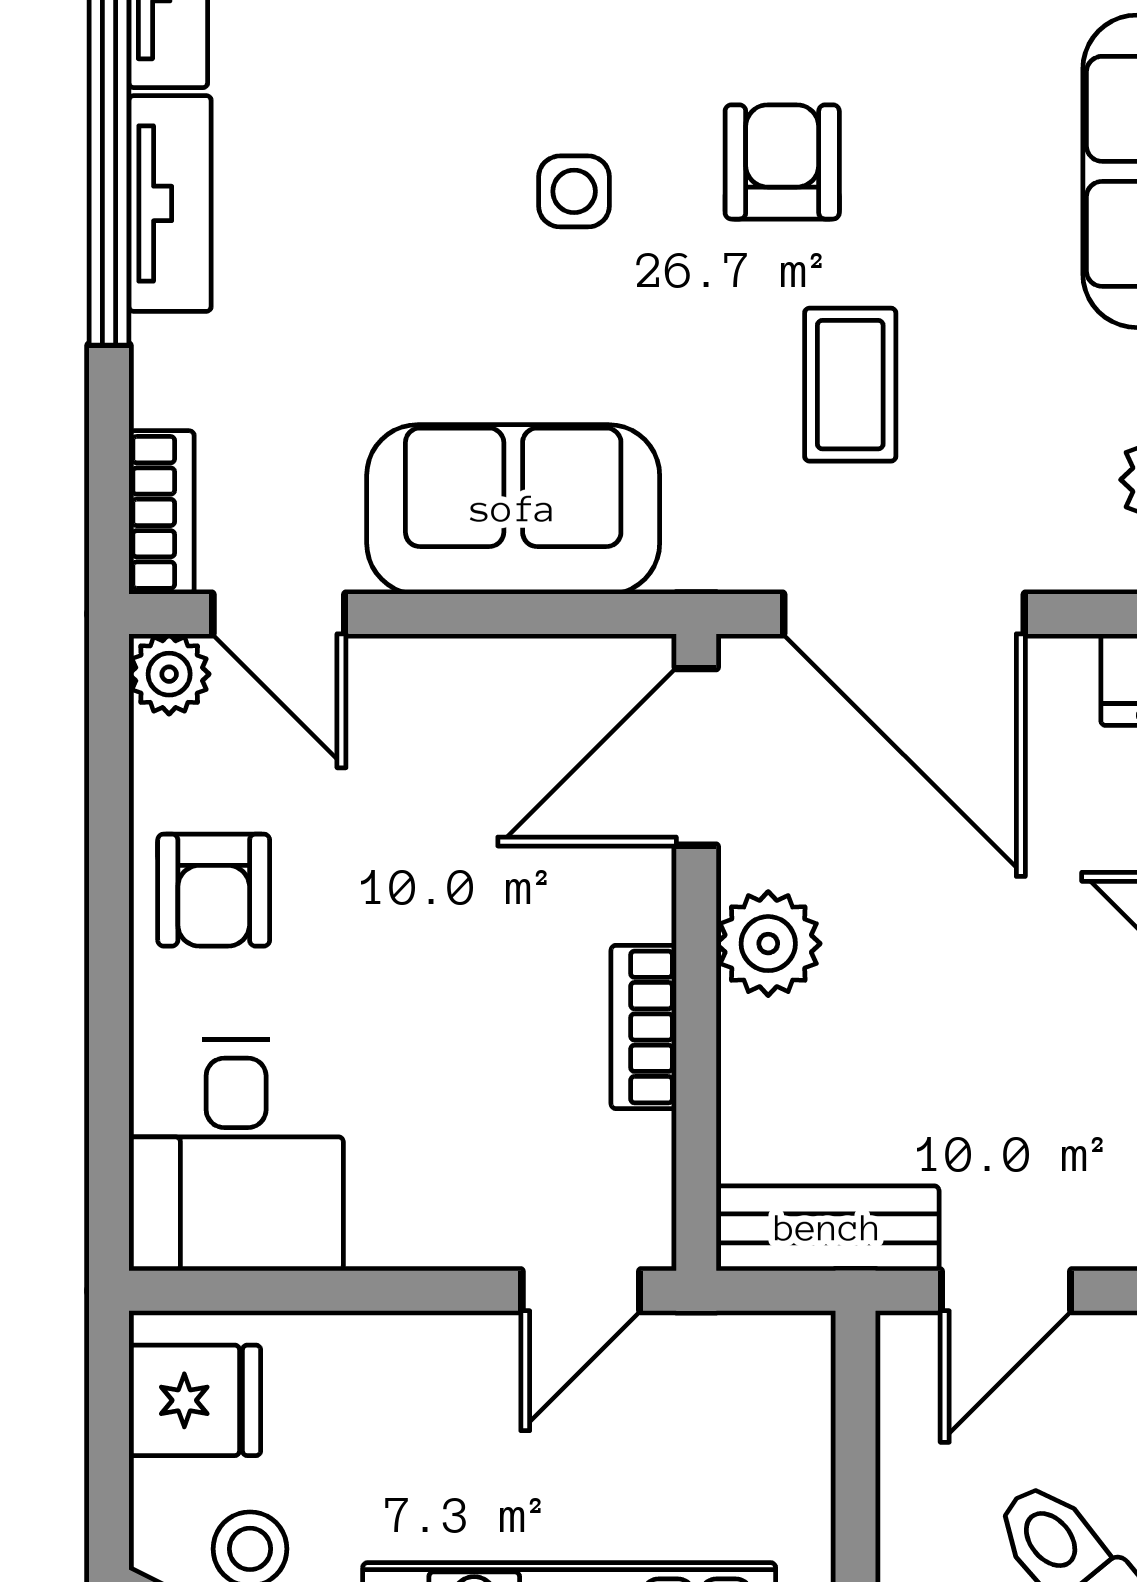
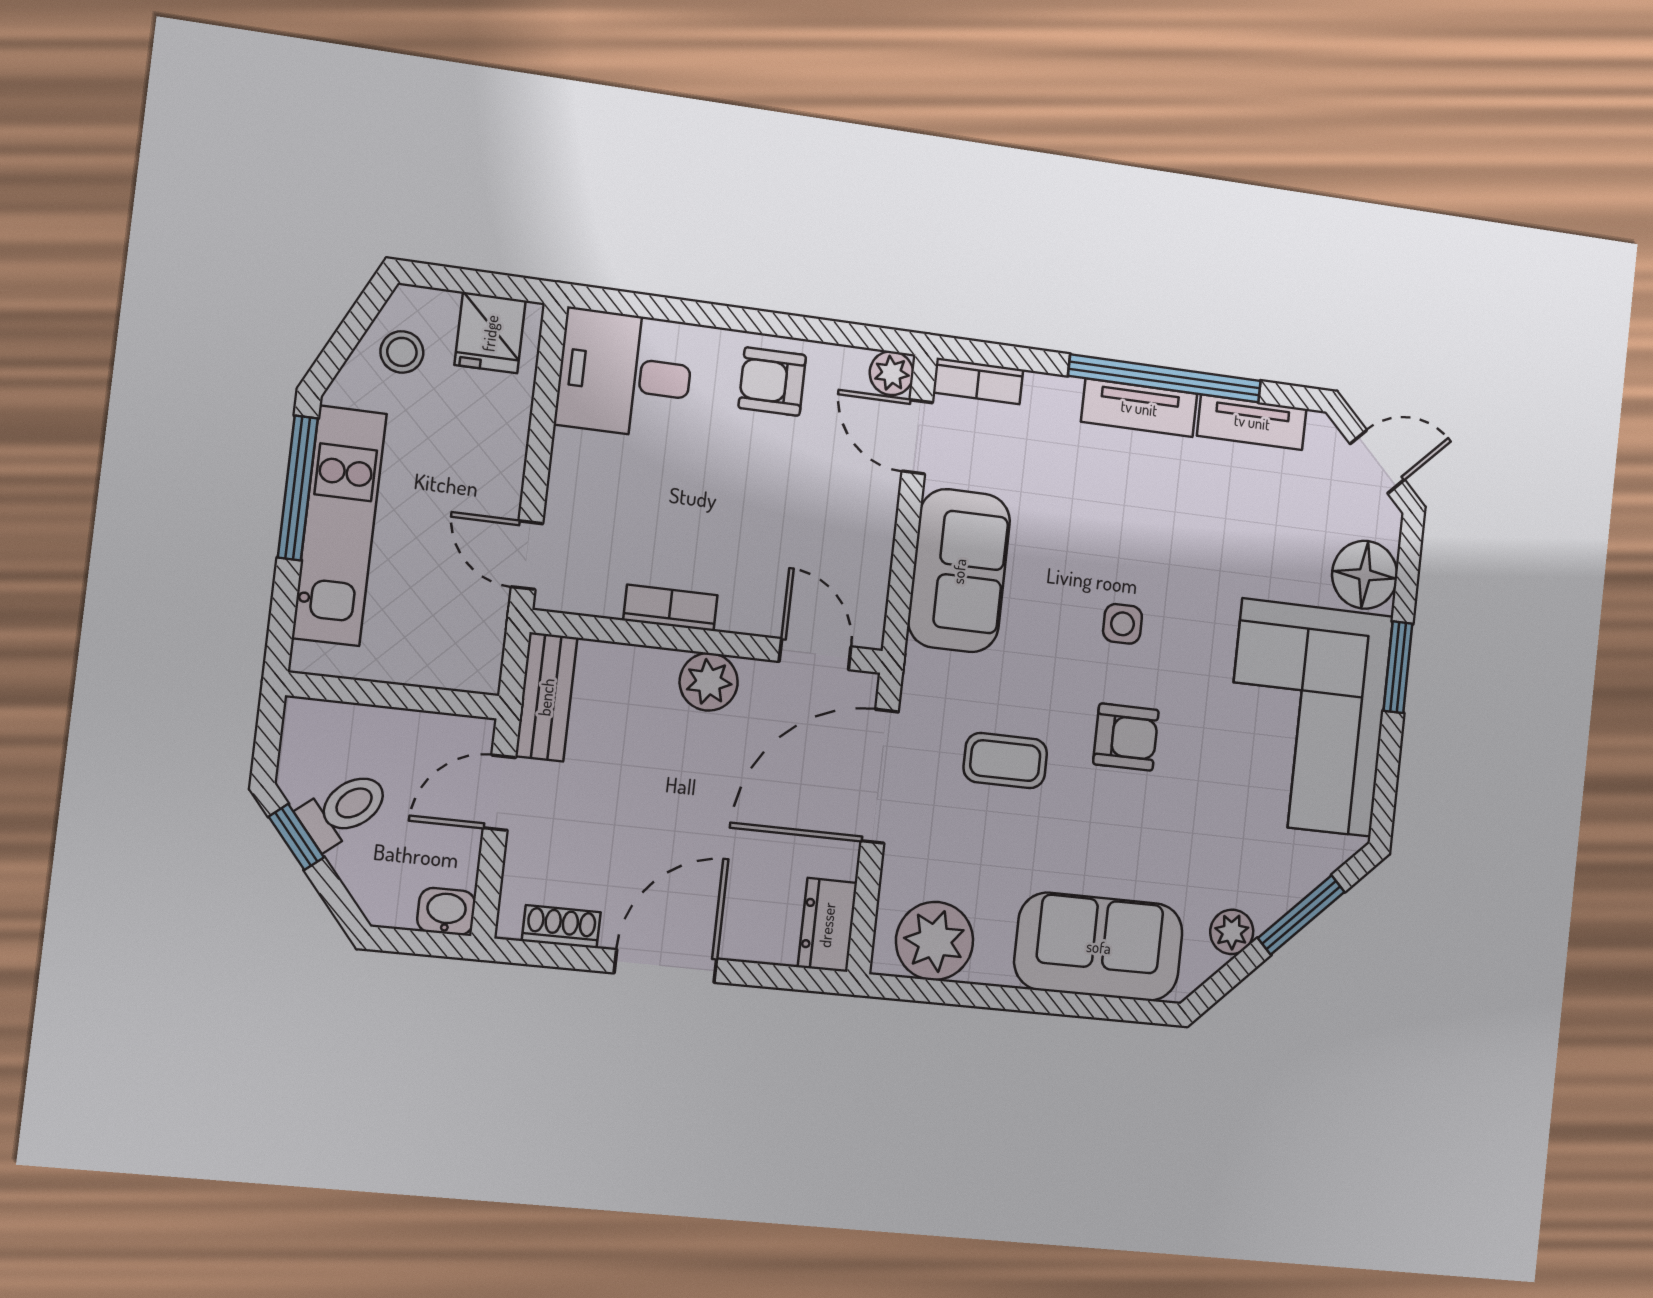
door: (279, 614) -> (917, 437), hinge flipped
door: (696, 757) -> (815, 654), width x0.73
door: (1006, 1291) -> (499, 793), hinge flipped

